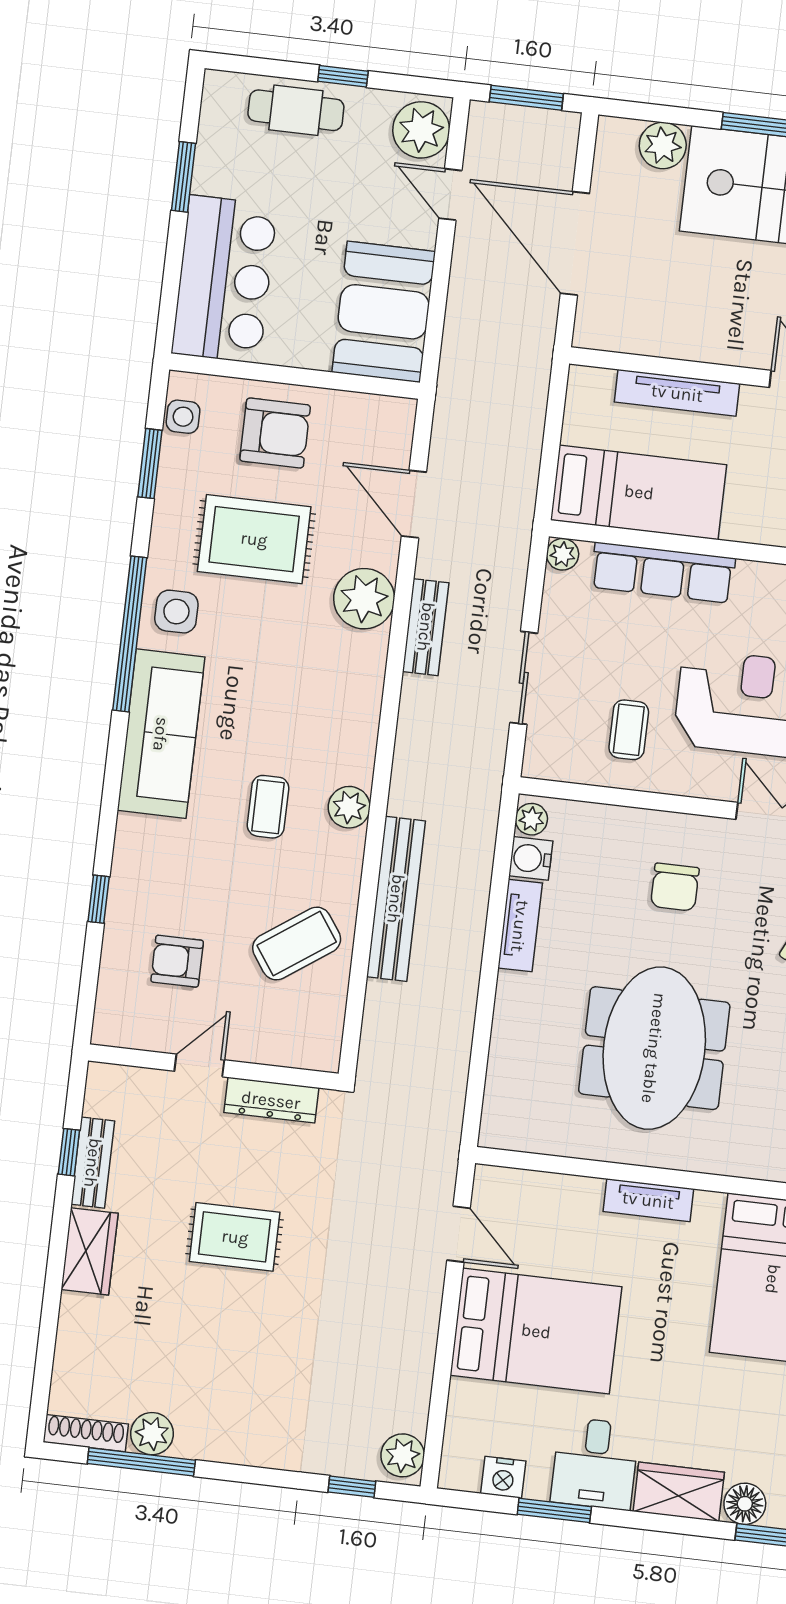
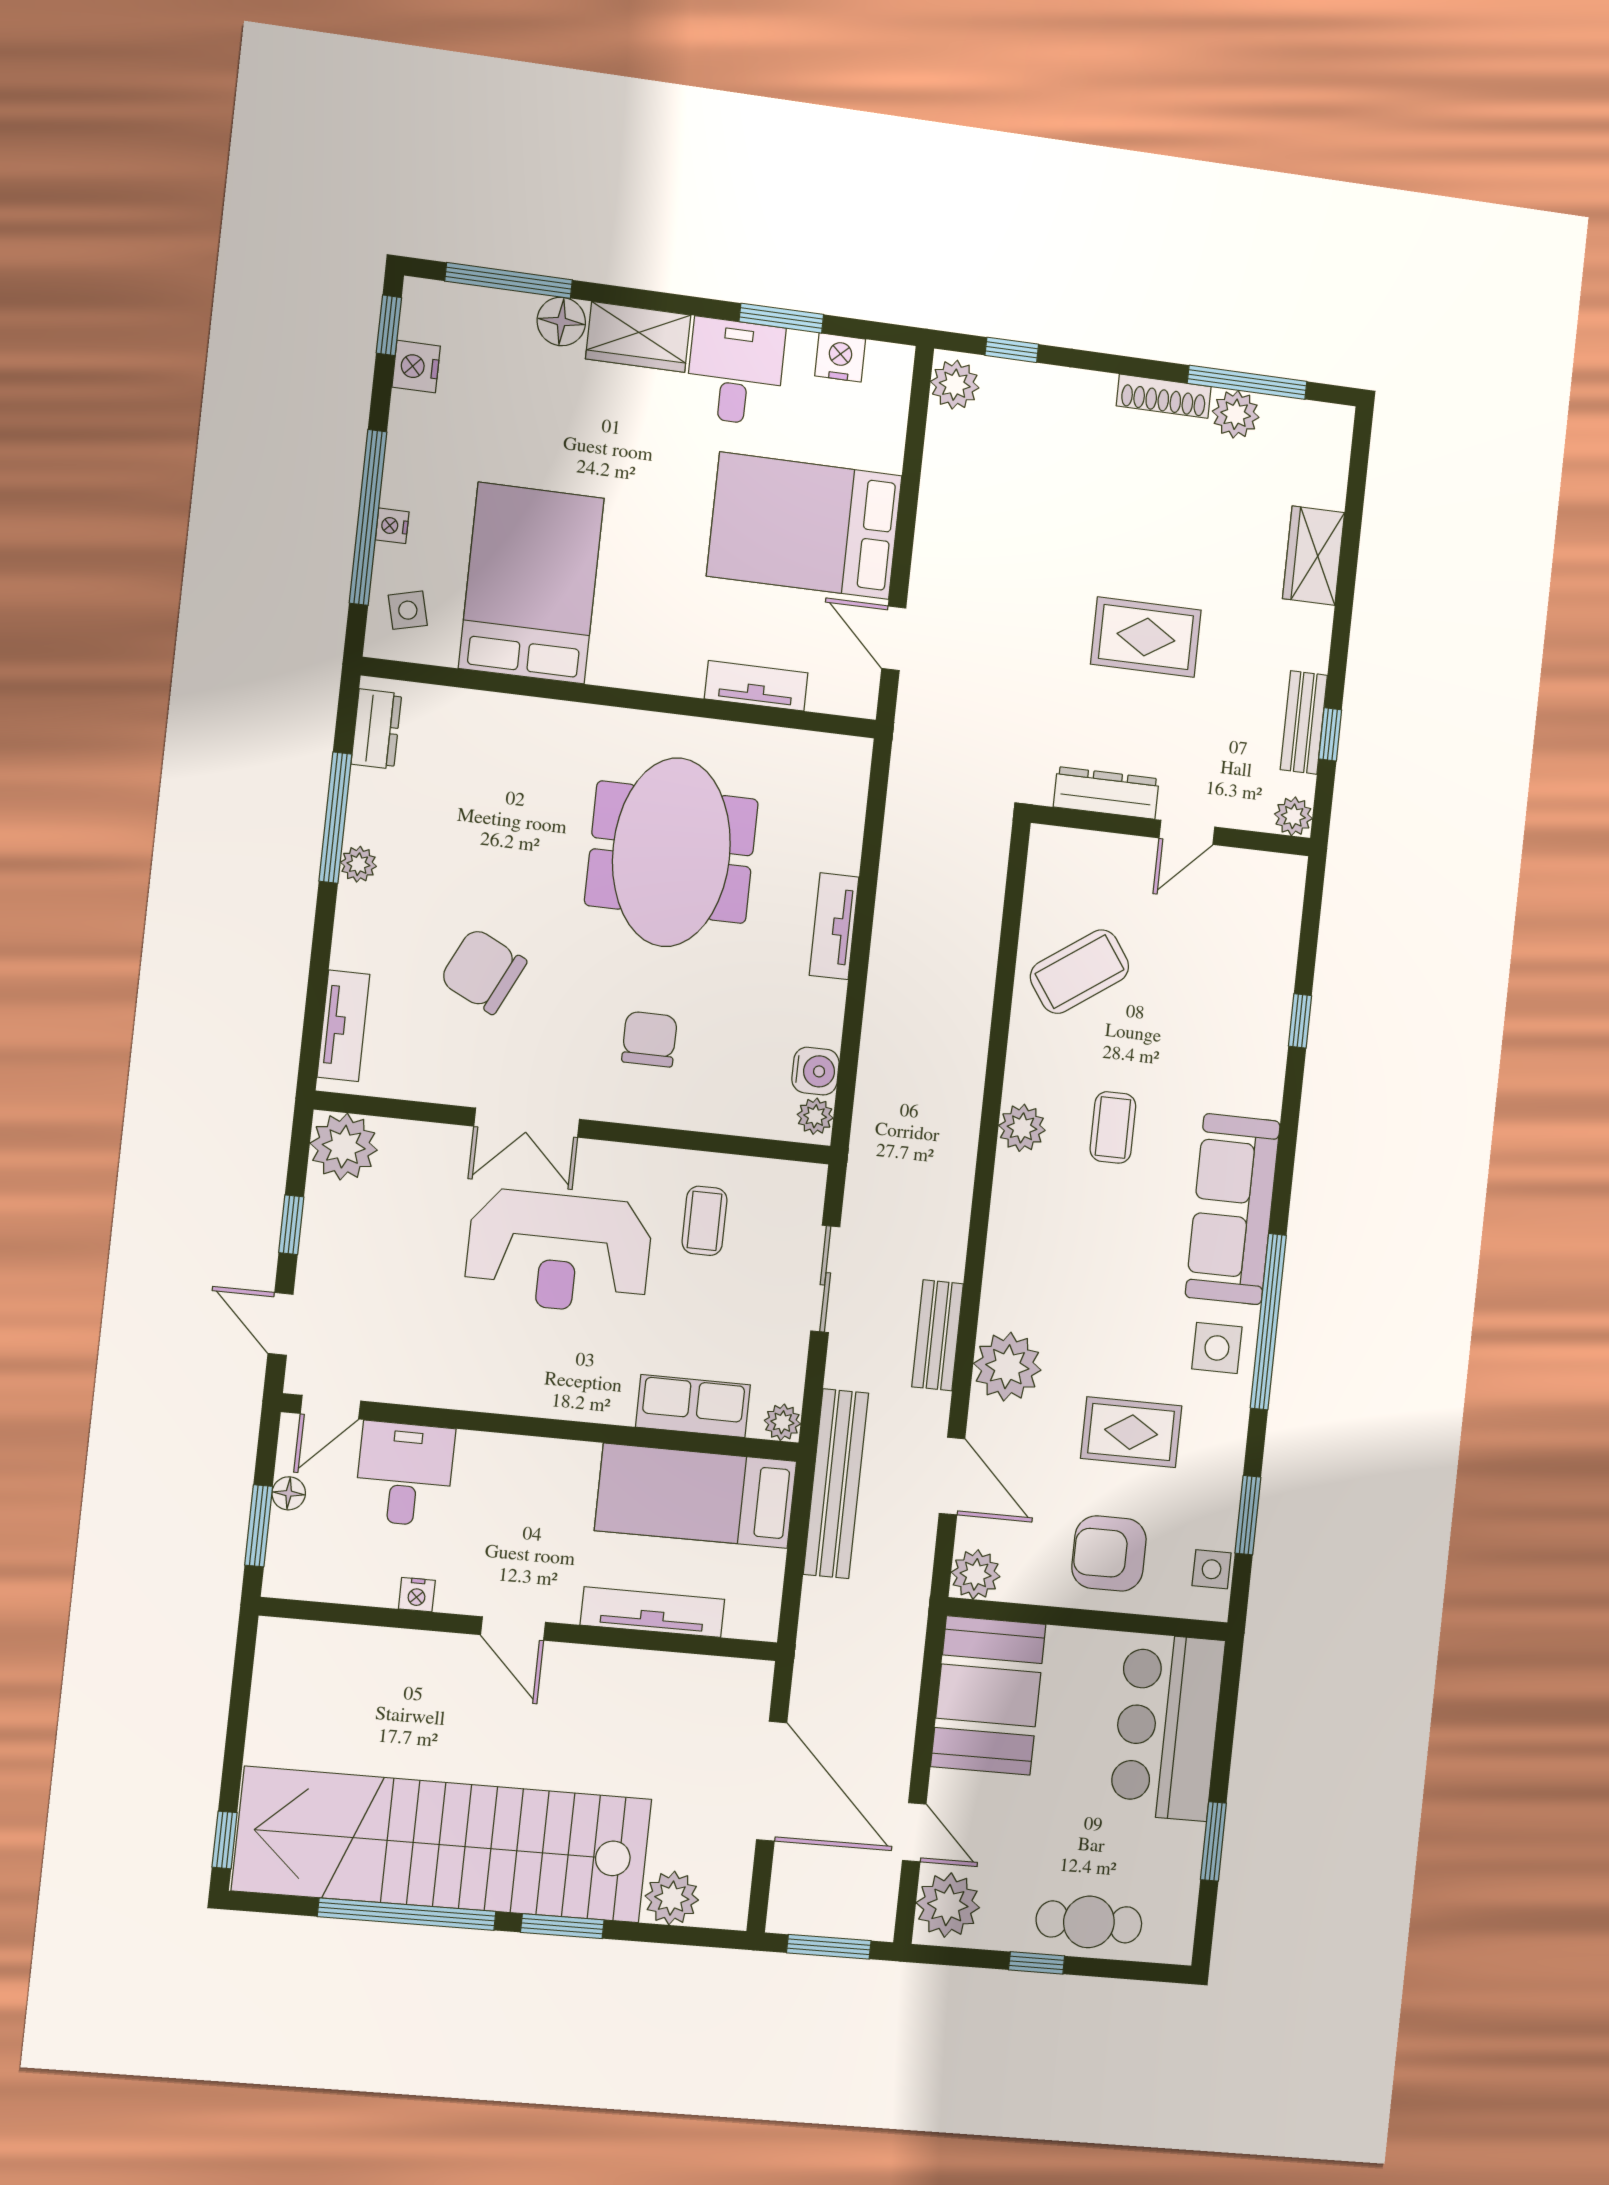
plant: (394, 418) -> (976, 1574), added
rug: (254, 539) -> (1131, 1432), width x0.73, depth x0.70
row of seats: (663, 573) -> (693, 1406), width x0.68
bench: (396, 899) -> (836, 1484), moved
tv unit: (520, 926) -> (834, 926), moved
armchair: (177, 961) -> (1213, 951), removed
plant: (103, 1080) -> (1293, 816), added
tv unit: (648, 1200) -> (756, 686), moved
wardrobe: (90, 1251) -> (1314, 556), moved
shoe rack: (86, 1433) -> (1164, 396), moved

